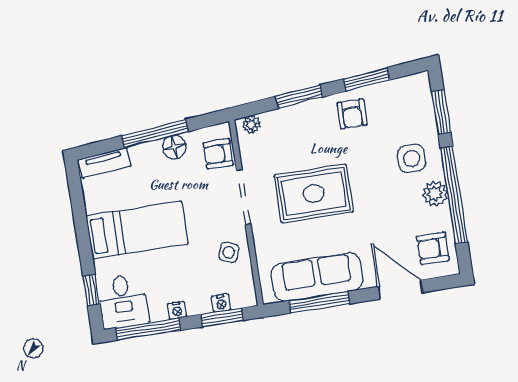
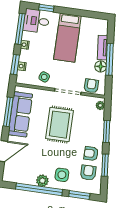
tv unit: (104, 163) -> (103, 48), moved
armchair: (433, 248) -> (88, 173), moved

